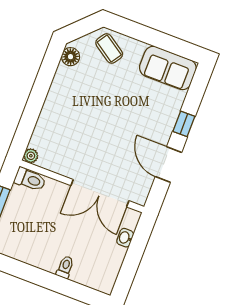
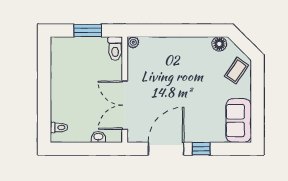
door: (168, 164) -> (166, 149), width x1.36
toilet: (65, 267) -> (59, 127), moved

